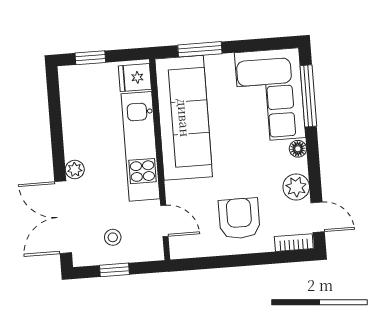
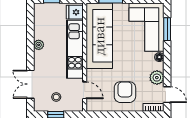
window: (308, 96) -> (167, 29), width x0.69
plant: (75, 170) -> (39, 45), moved
double door: (63, 217) -> (30, 84), width x0.73

